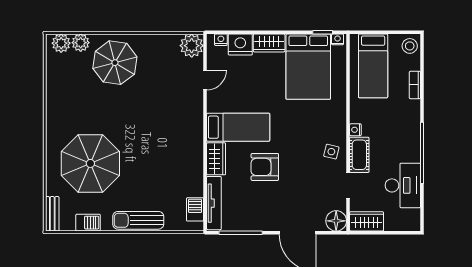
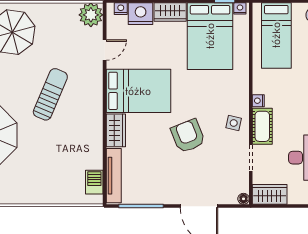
bed: (238, 127) -> (138, 91), width x1.50
armchair: (265, 167) -> (188, 136), moved, turned 68
sun lounger: (138, 220) -> (50, 94), moved, turned 113
floor lamp: (336, 221) -> (243, 199), width x0.53, depth x0.53

